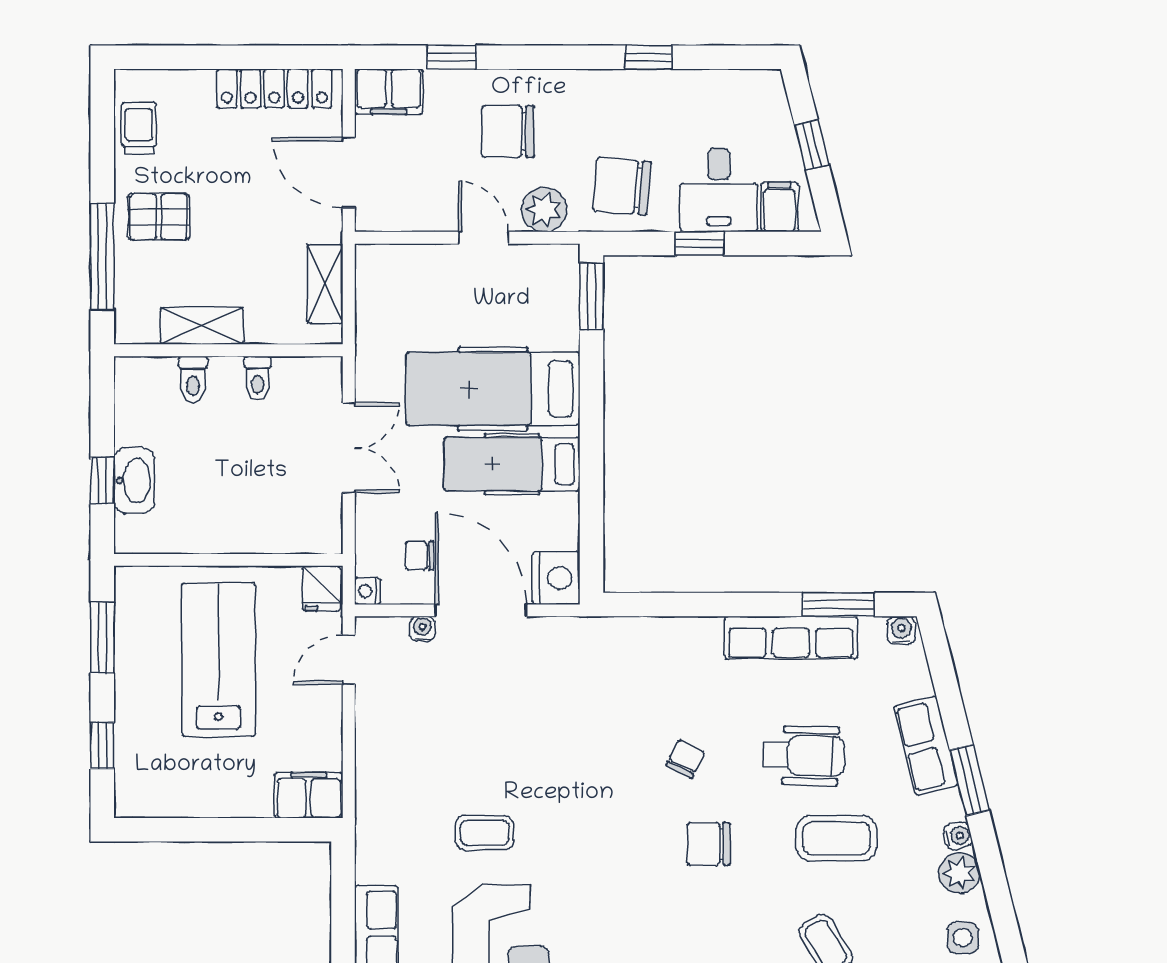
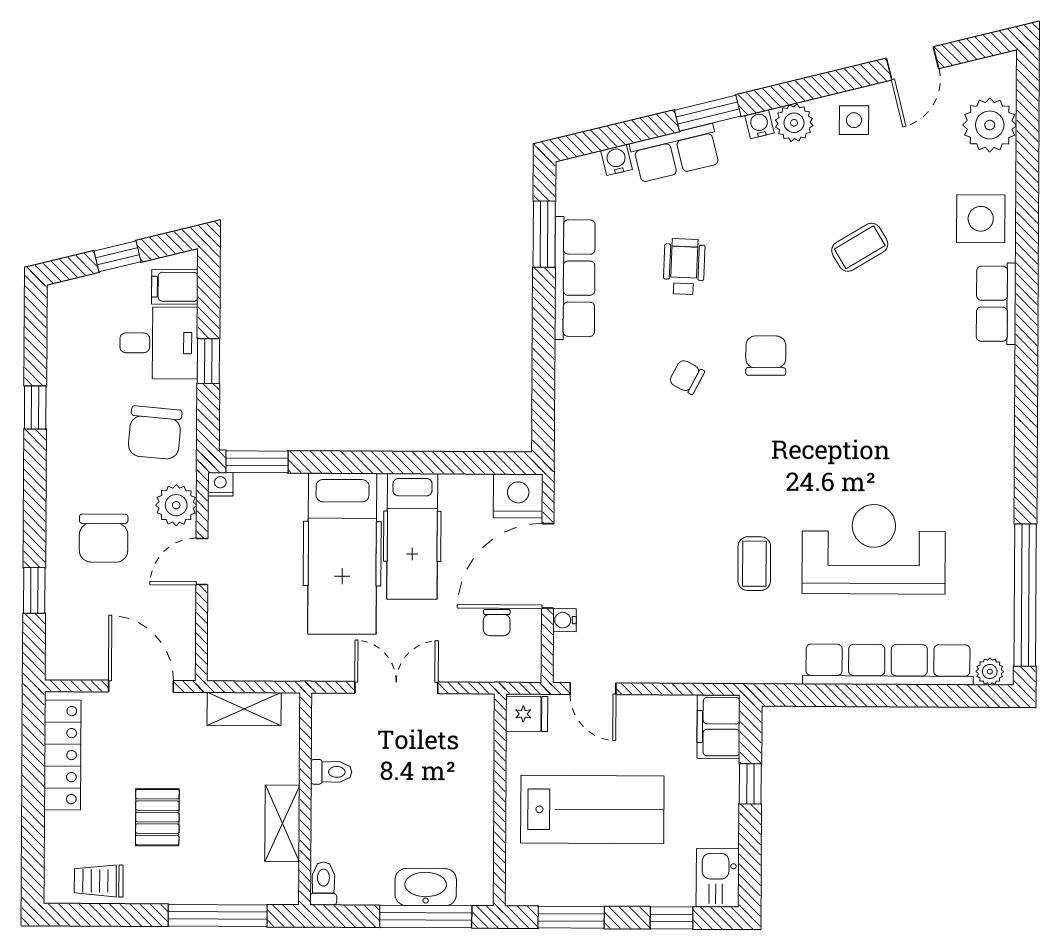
filing cabinet: (389, 92) -> (66, 649), removed
door: (349, 173) -> (141, 686), swing flipped
pallet: (159, 217) -> (157, 817), moved
toilet: (193, 379) -> (323, 884), moved, turned -90
window: (102, 481) -> (426, 917), width x2.17
nightstand: (367, 591) -> (220, 484), moved, turned 180
water cooler: (901, 630) -> (617, 160), moved, turned 76
lab bench: (219, 660) -> (592, 810), turned 180
wheelchair: (804, 755) -> (684, 267), width x0.73, depth x0.73
kitchen sink: (146, 795) -> (718, 878), added
window: (247, 830) -> (750, 784), added
coffee table: (836, 838) -> (761, 237), removed
chair: (709, 844) -> (766, 356), turned 180

